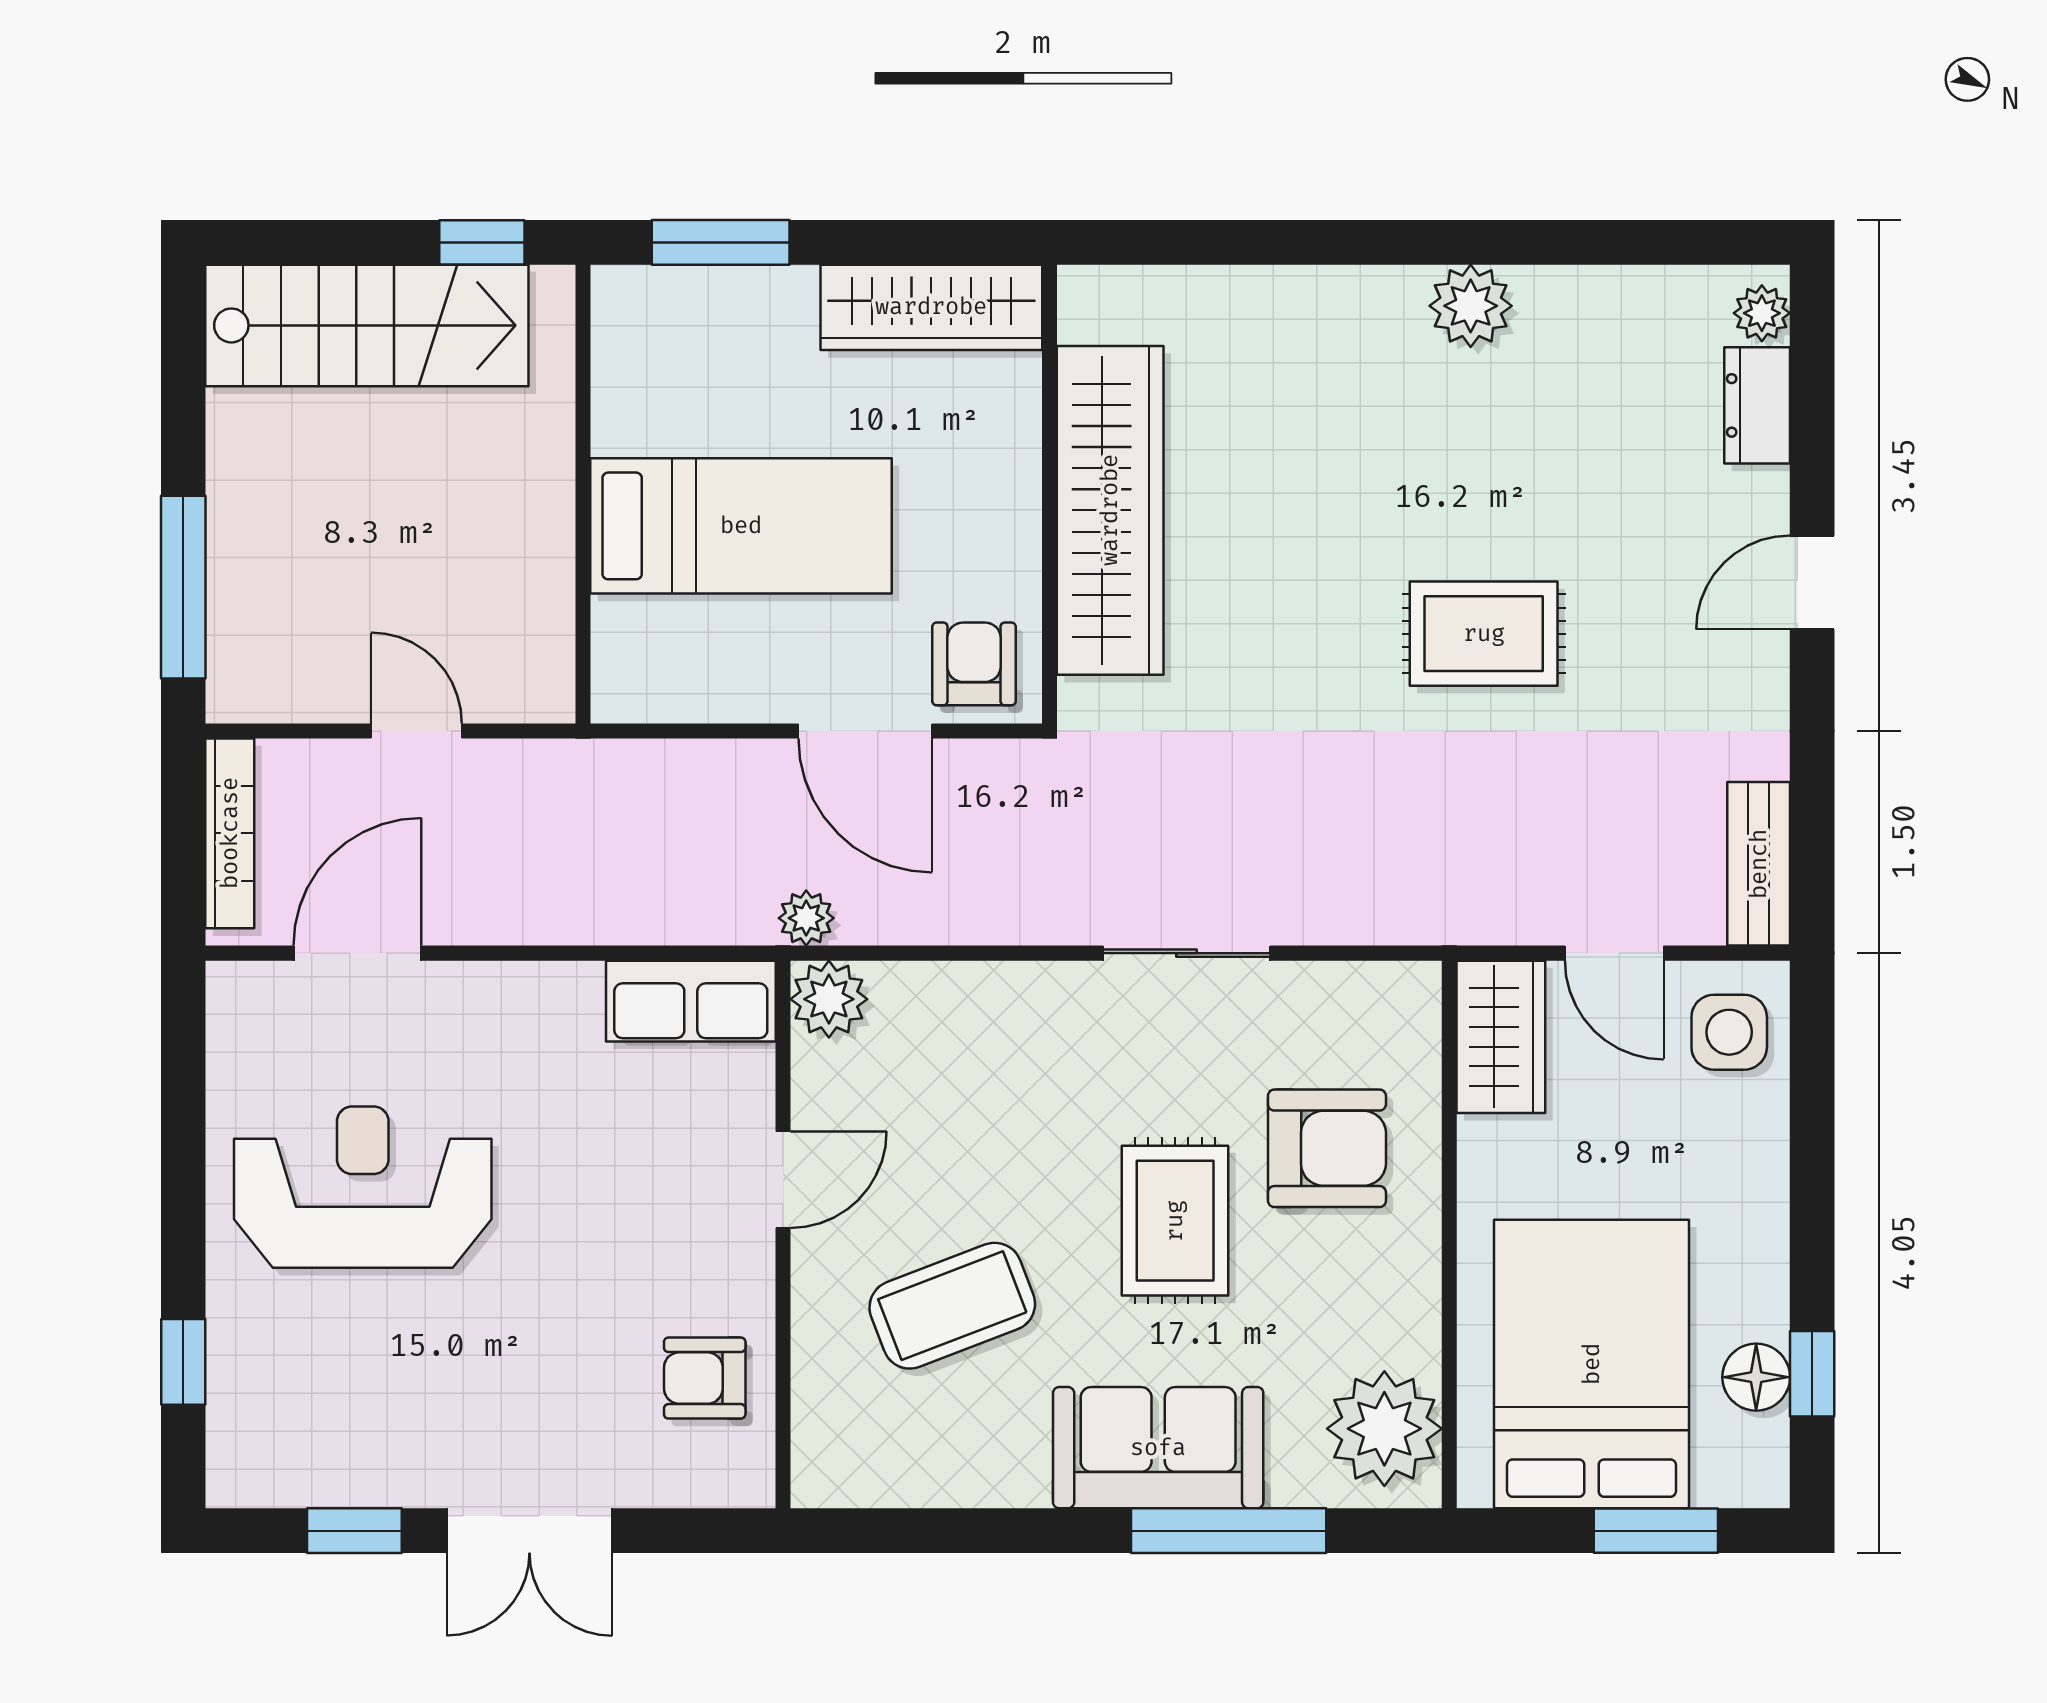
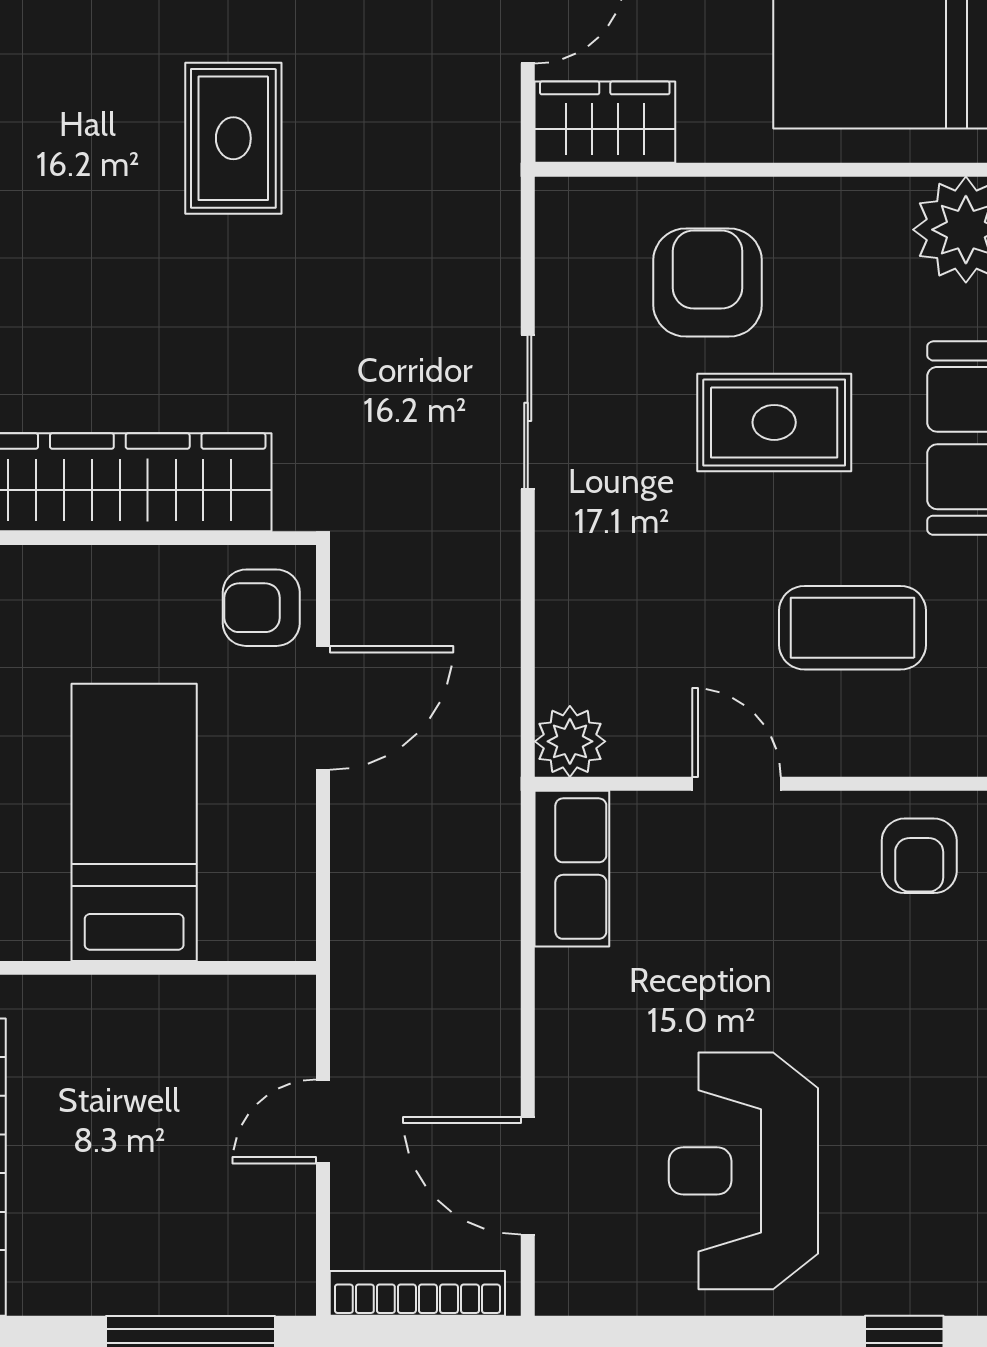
plant: (806, 918) -> (495, 762), removed
coffee table: (952, 1306) -> (853, 628), turned -69

